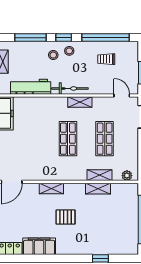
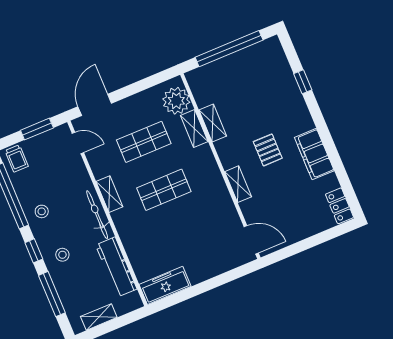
stool: (69, 51) -> (42, 211), moved
trolley: (106, 59) -> (17, 158), moved
door: (122, 96) -> (78, 143), swing flipped
plant: (127, 176) -> (176, 101), width x1.87, depth x1.87
filing cabinet: (39, 246) -> (314, 154), moved

